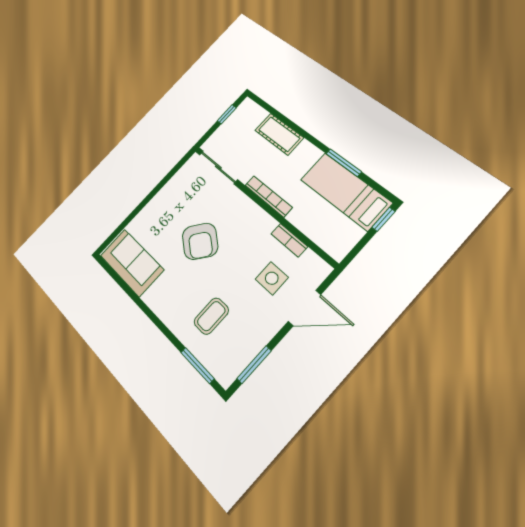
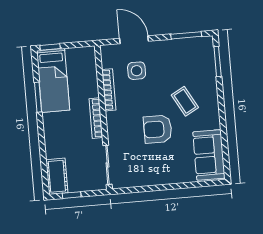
cot: (279, 134) -> (57, 176), moved
bookcase: (289, 240) -> (109, 90), width x1.56
armchair: (200, 241) -> (158, 129), turned -128
coffee table: (211, 316) -> (185, 101), moved, turned 61

